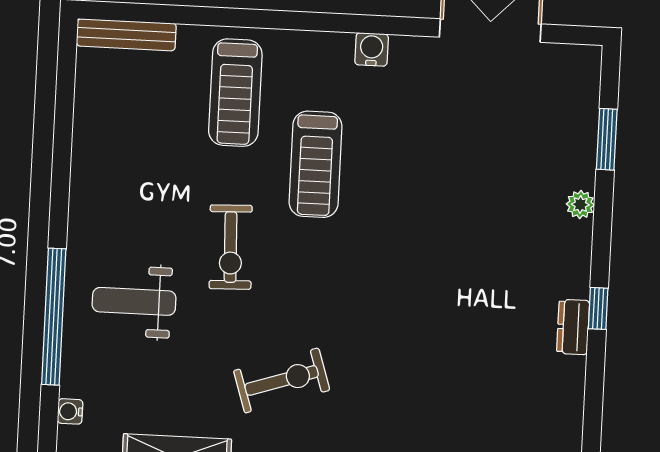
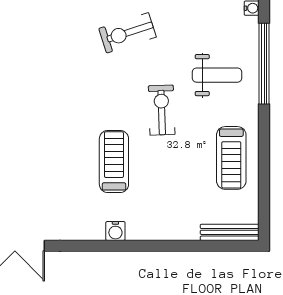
water cooler: (372, 49) -> (115, 231), moved
treadmill: (235, 93) -> (231, 158), moved, turned 180

